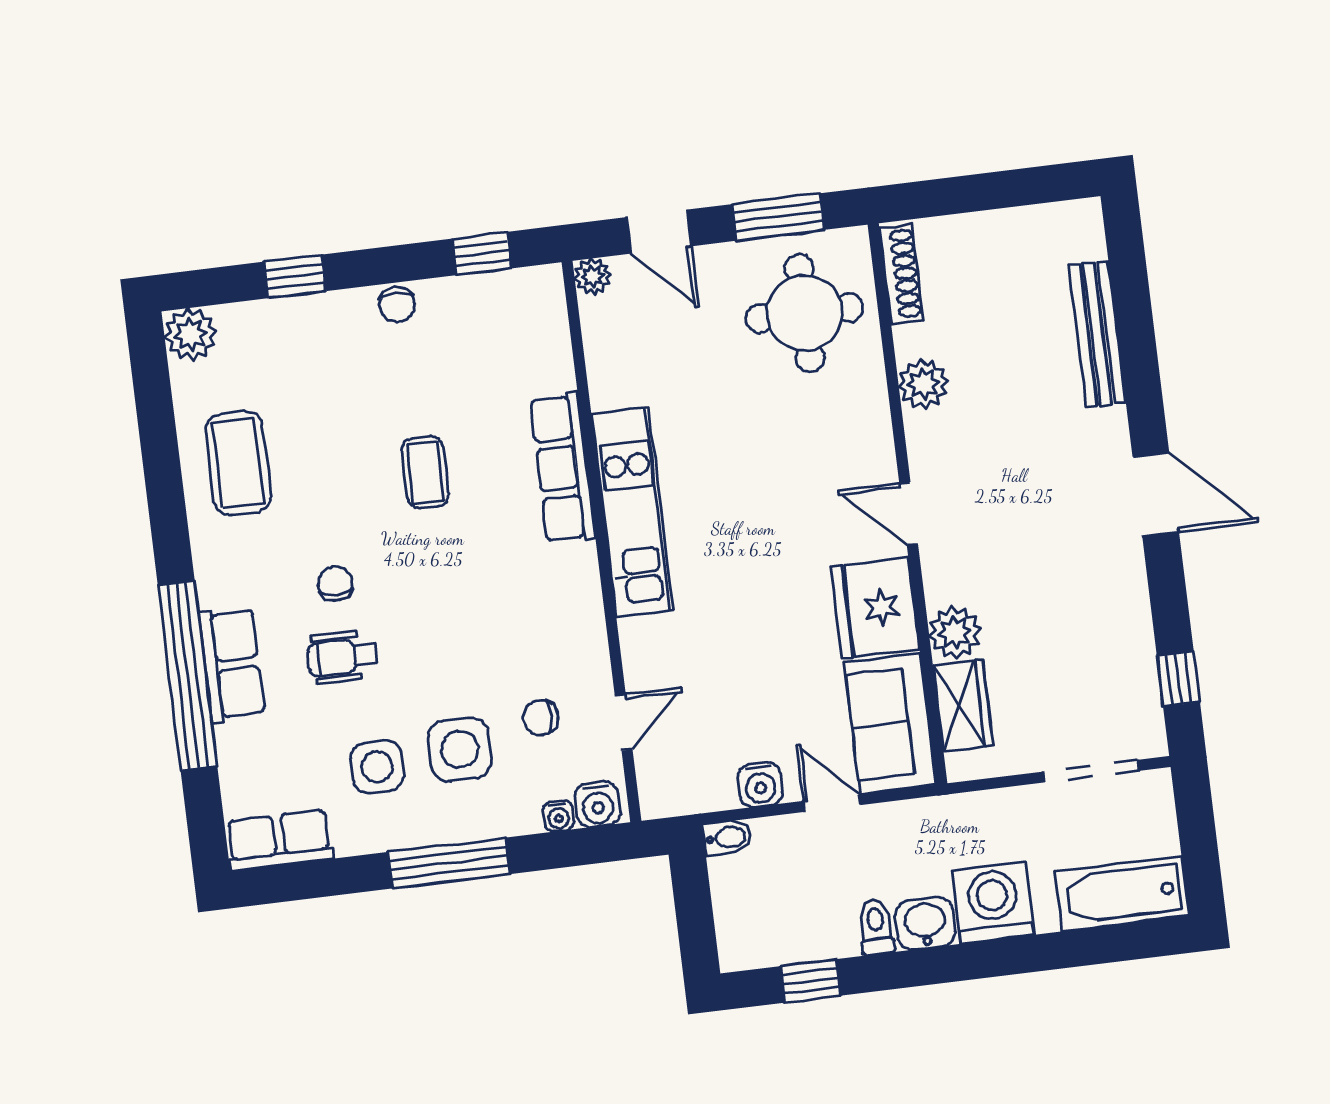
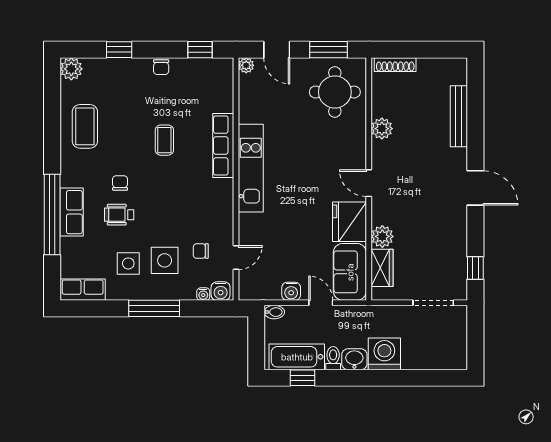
shoe rack: (901, 274) -> (395, 65), moved, turned 90
bathtub: (1122, 894) -> (297, 357), moved

